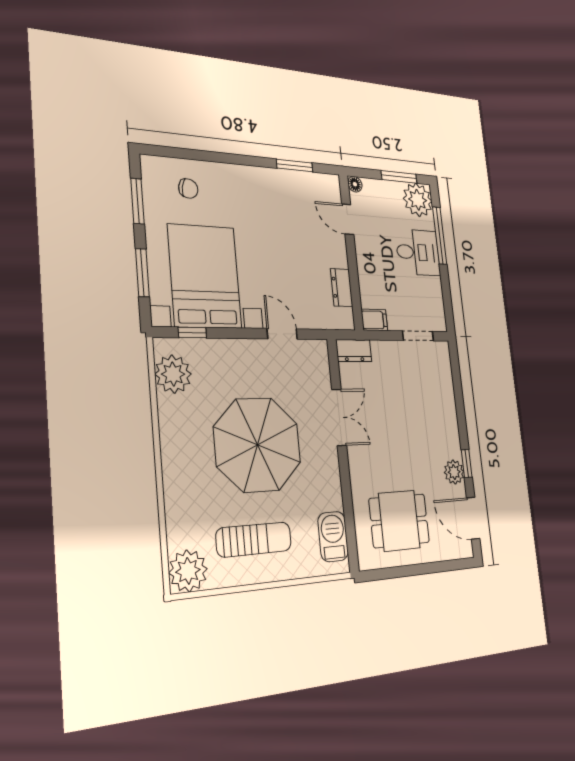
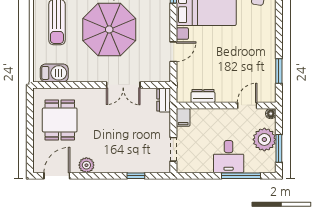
plant: (418, 200) -> (264, 139), moved
window: (467, 463) -> (136, 176), moved

